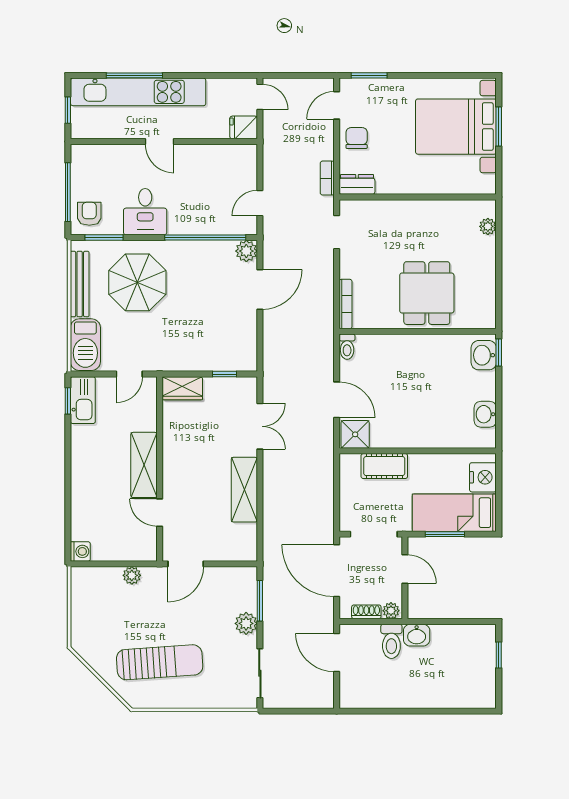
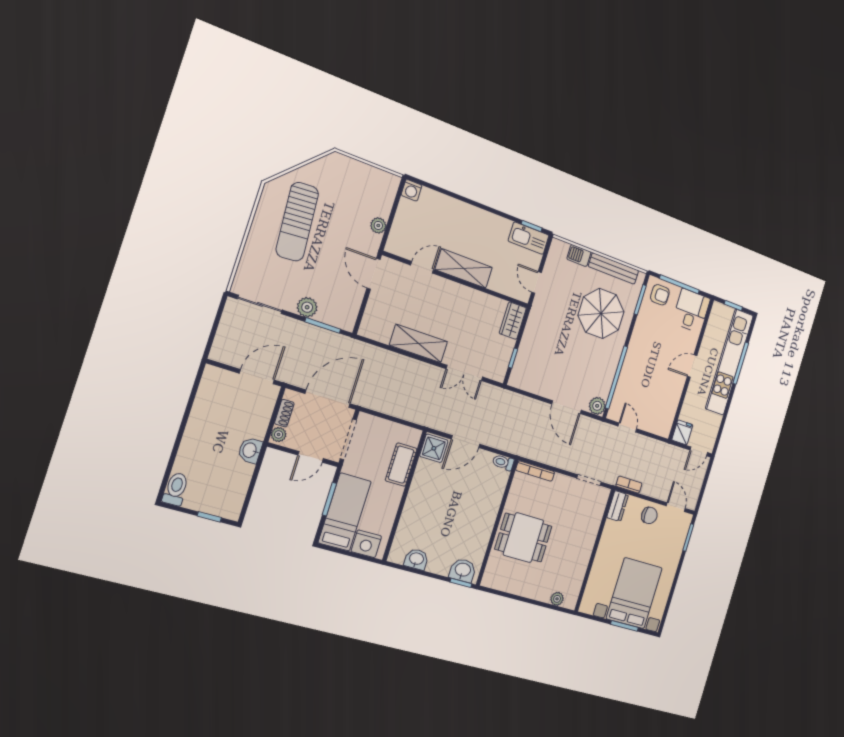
desk: (145, 212) -> (691, 311), moved, turned 90
barbecue: (85, 345) -> (579, 255), width x0.53, depth x0.65
toilet: (391, 641) -> (176, 489), moved, turned 90

